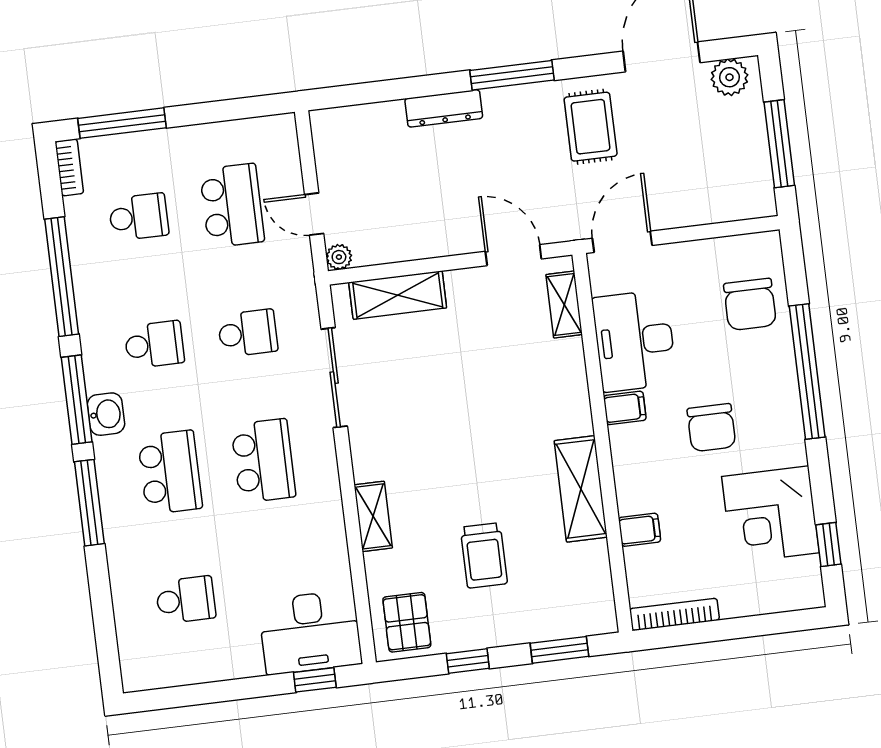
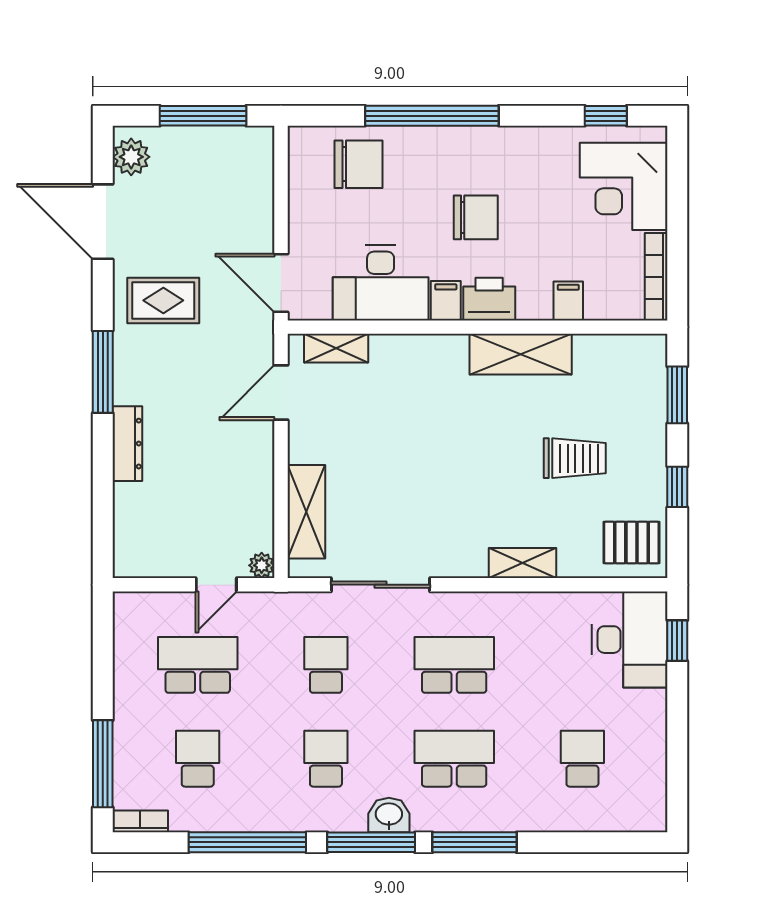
printer: (632, 451) -> (489, 299), added
corner desk: (770, 515) -> (624, 186), moved, turned 90

